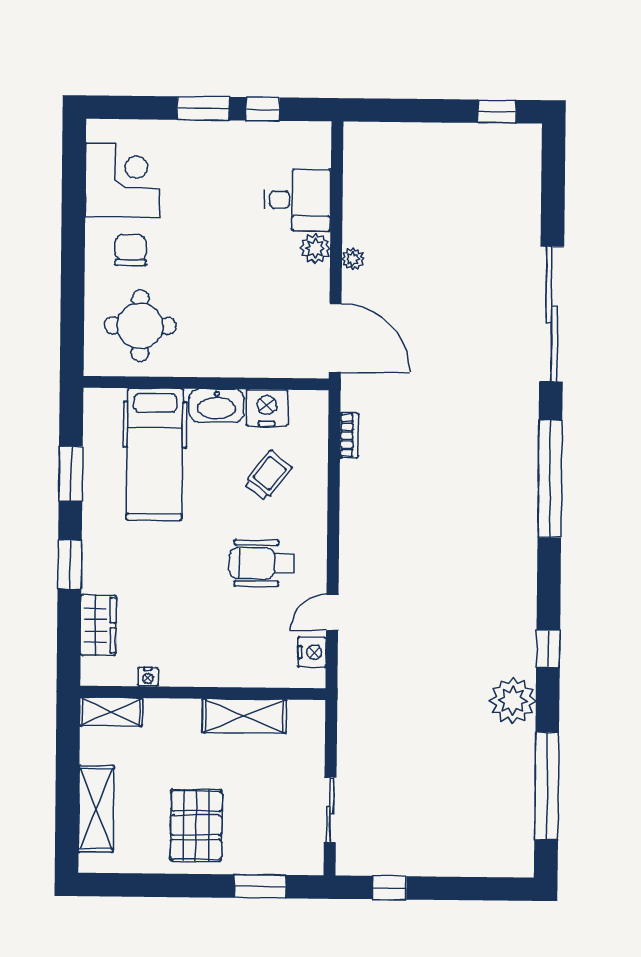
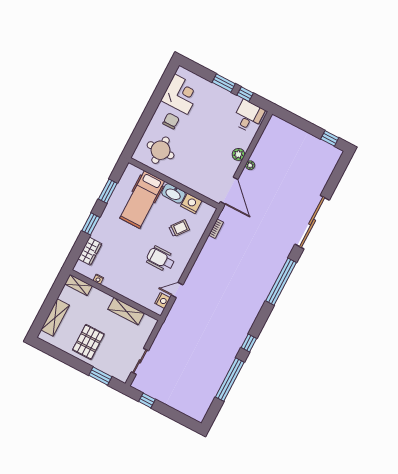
desk: (298, 200) -> (248, 116), moved, turned -90
plant: (513, 701) -> (226, 355), removed
window: (547, 786) -> (230, 380), moved

